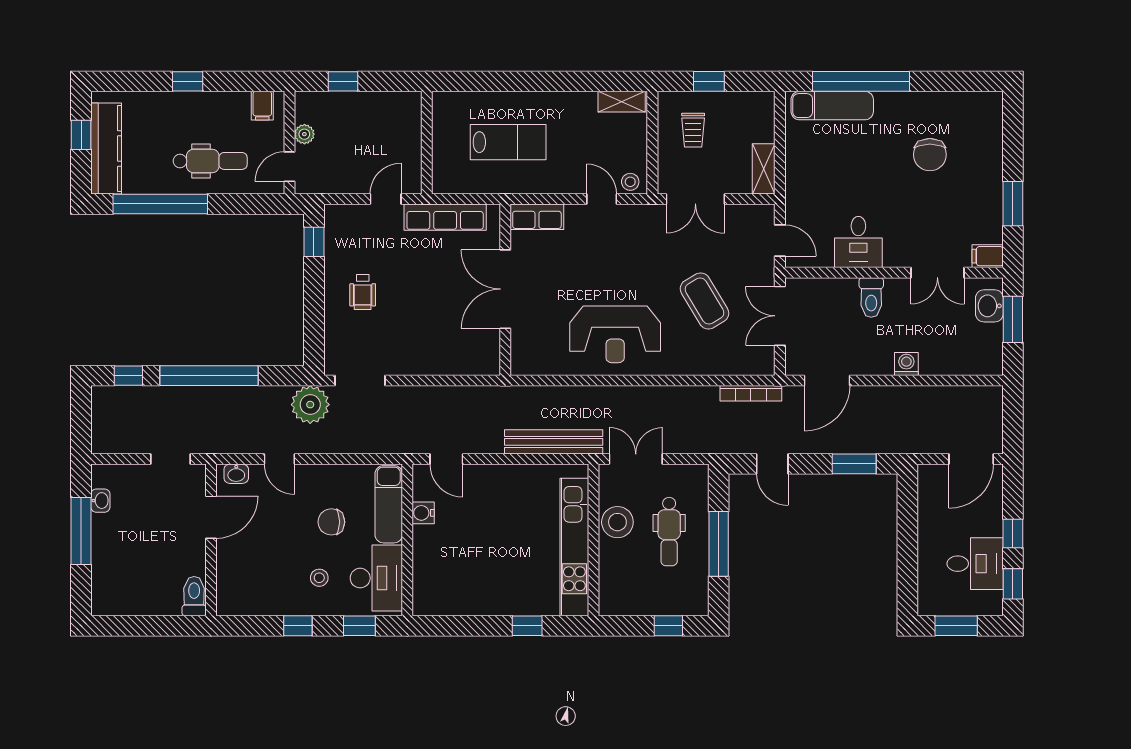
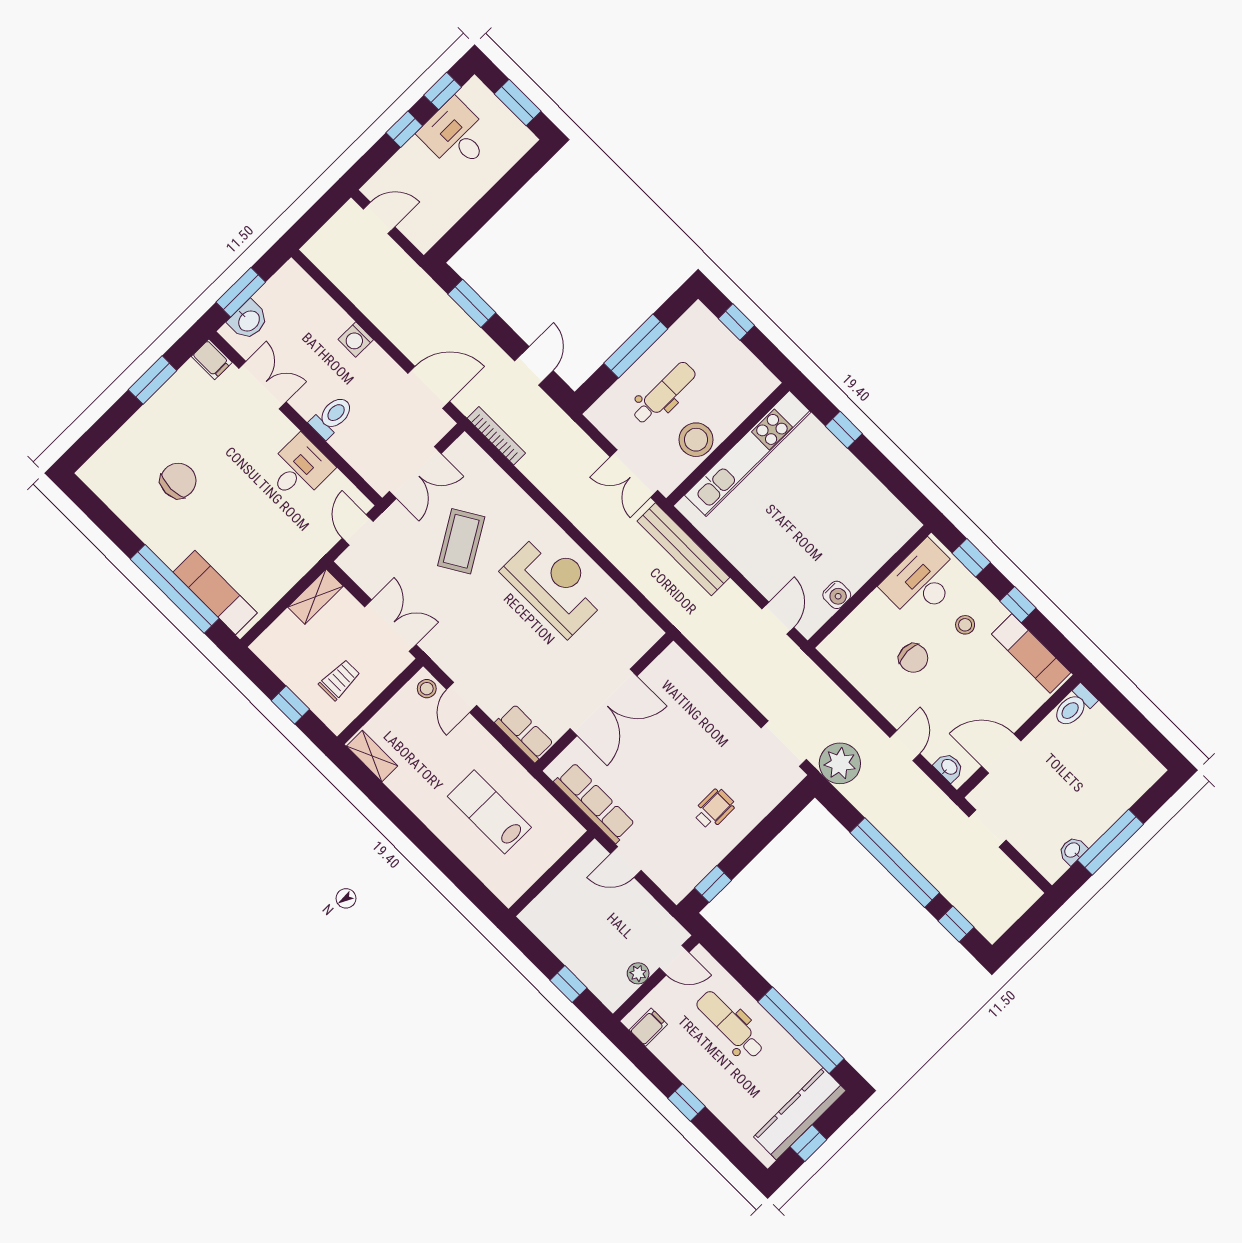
door: (971, 459) -> (379, 218), width x0.73
exam couch: (389, 504) -> (1031, 653), moved, turned 90

